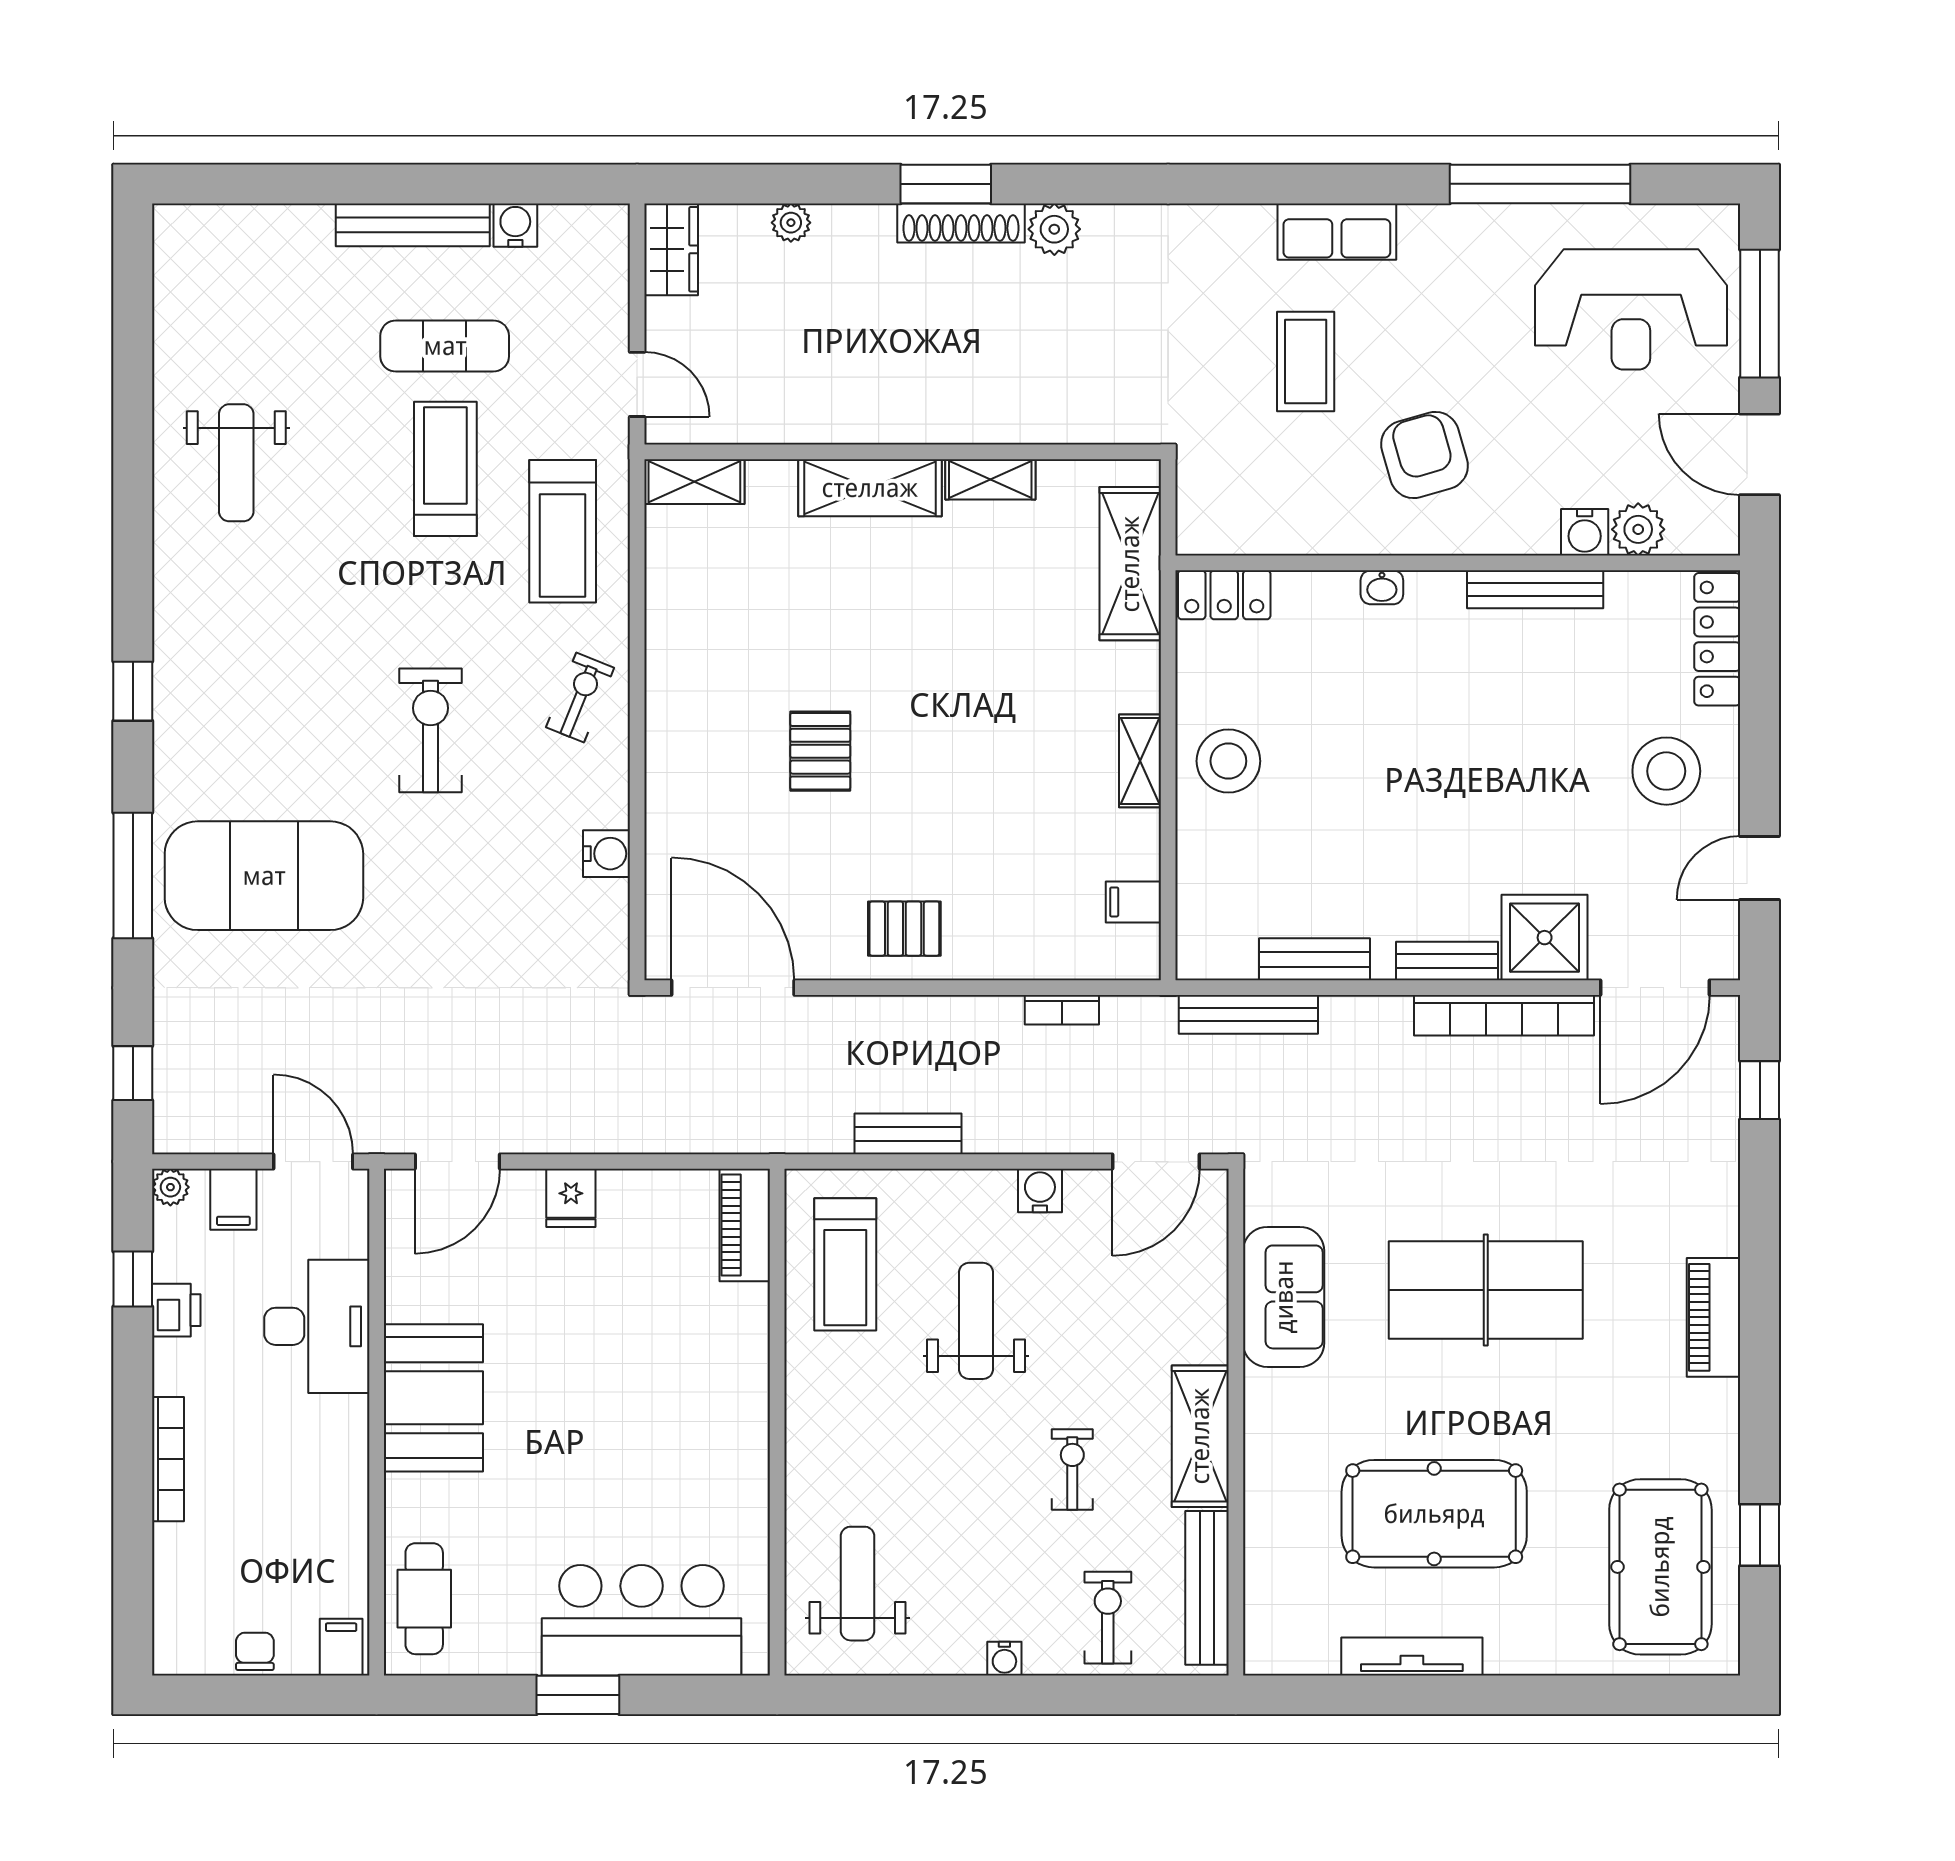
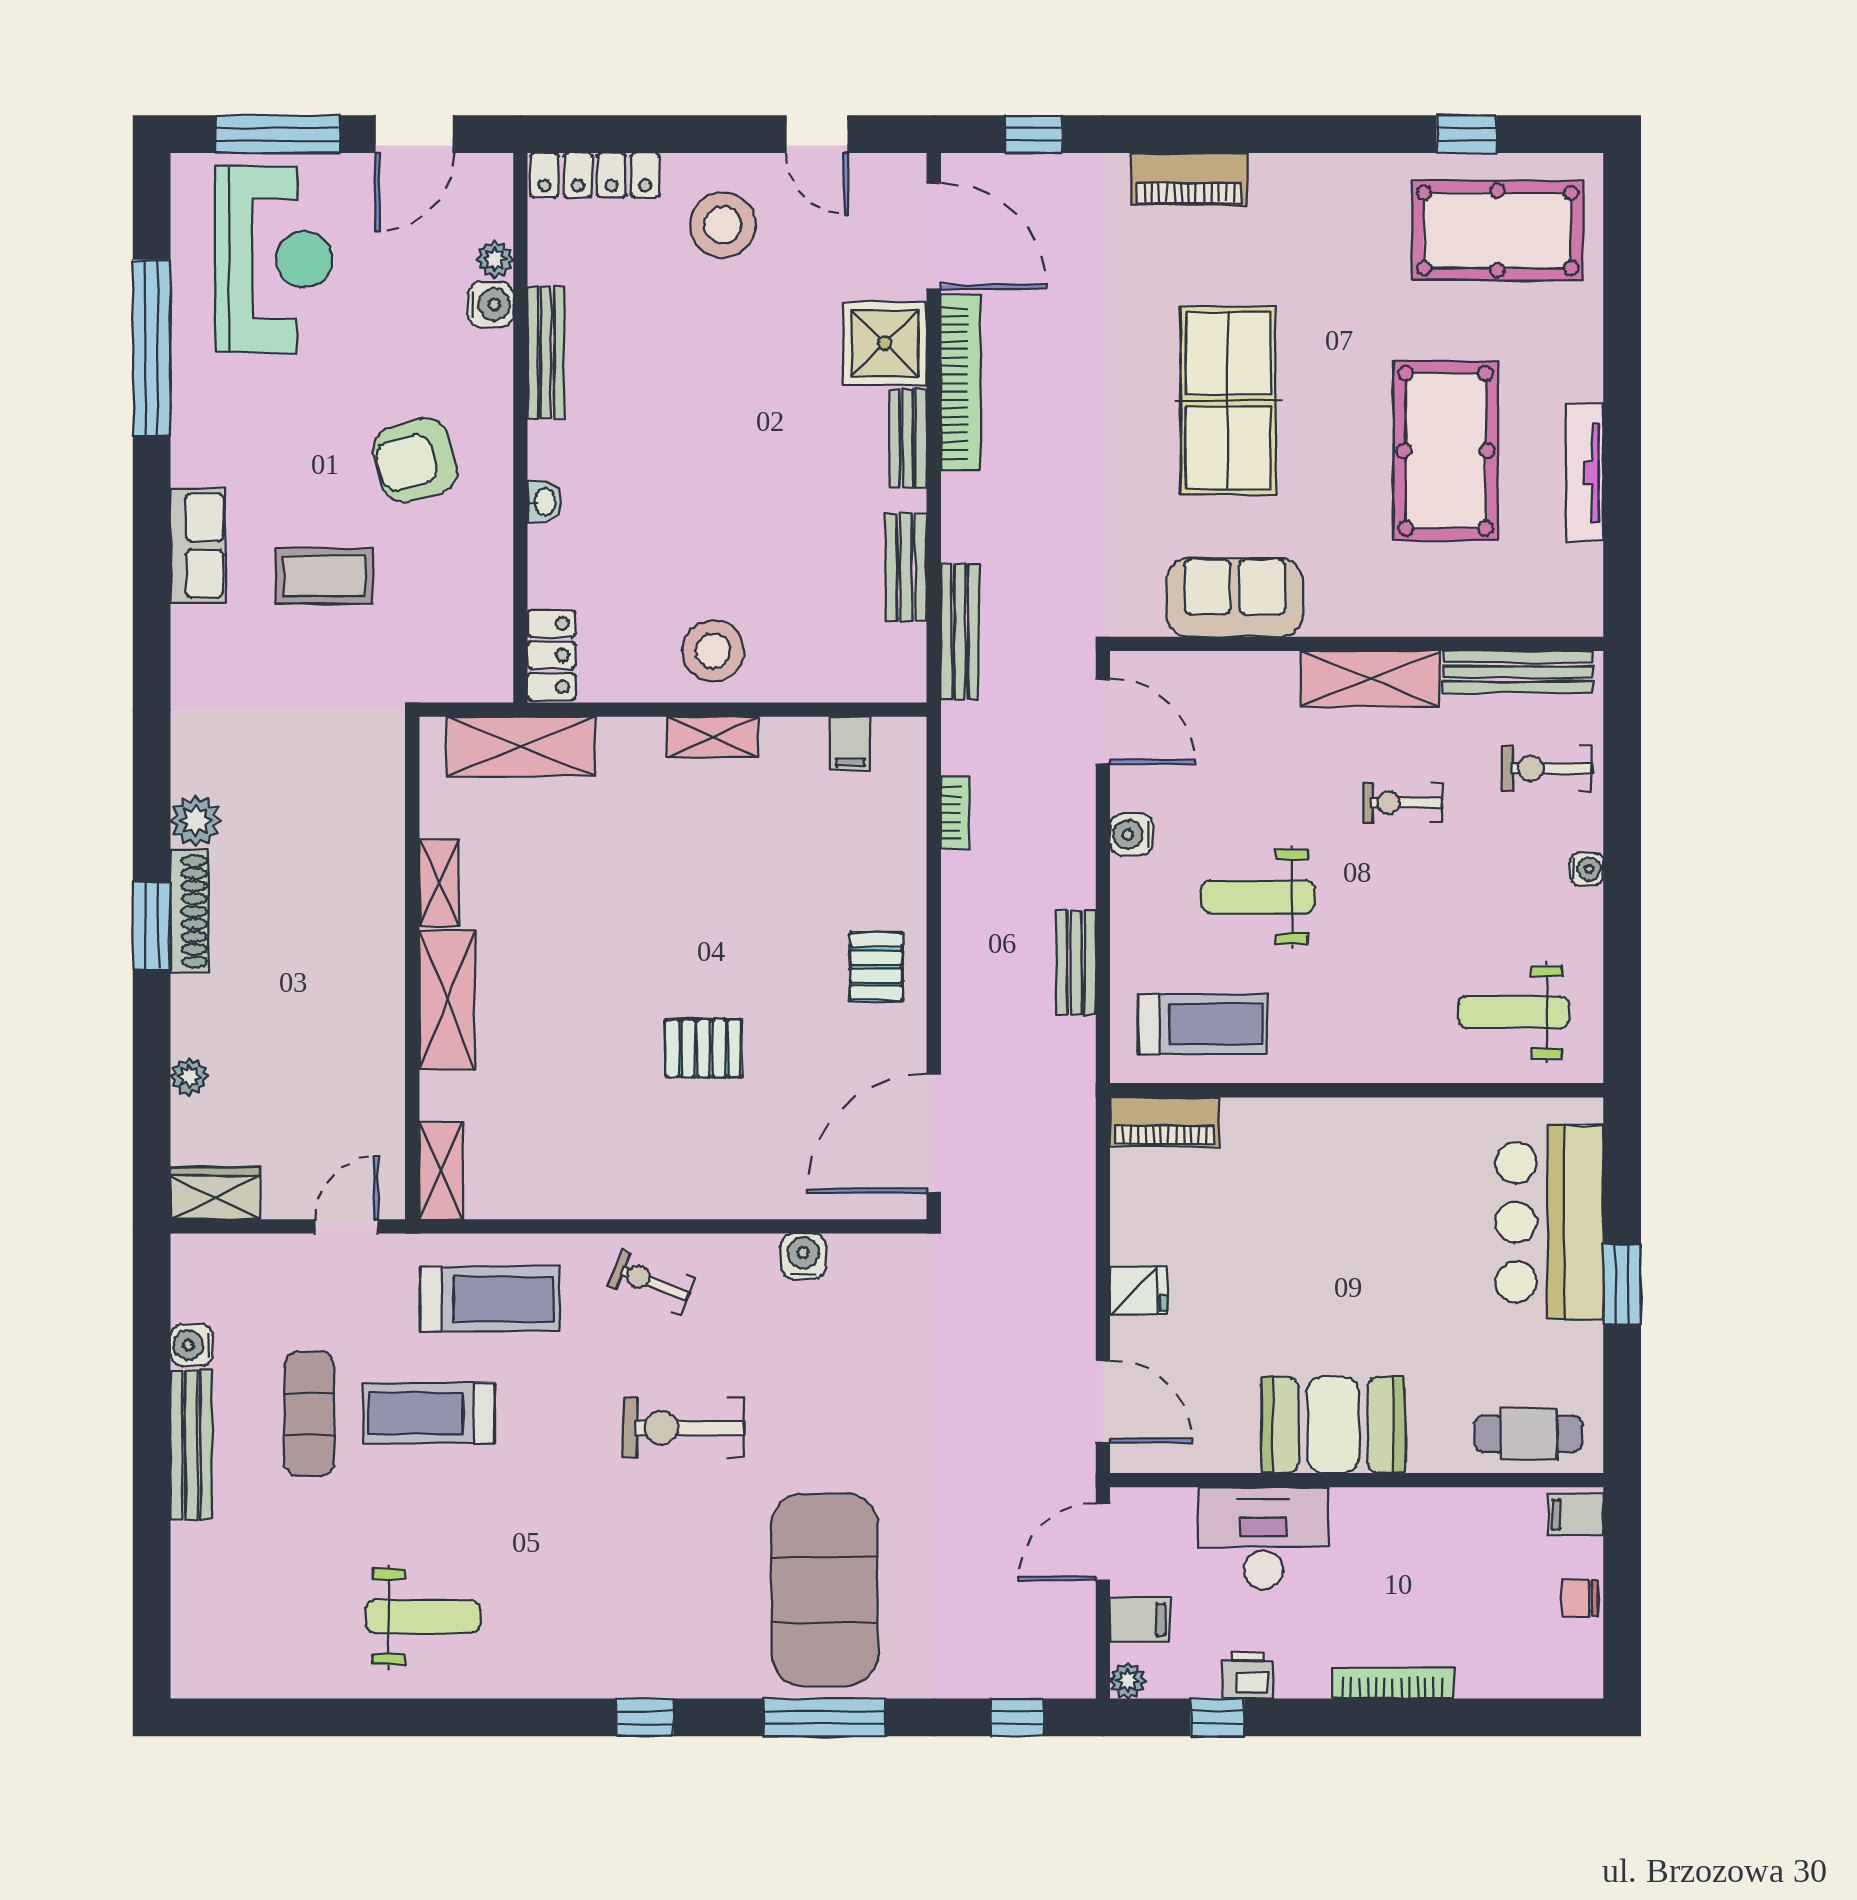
plant: (1638, 529) -> (495, 259), width x0.73, depth x0.73
piano: (1714, 1317) -> (1189, 179), moved

